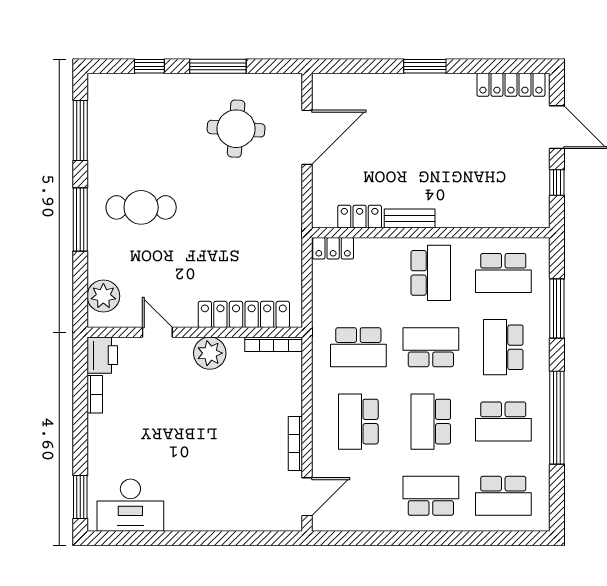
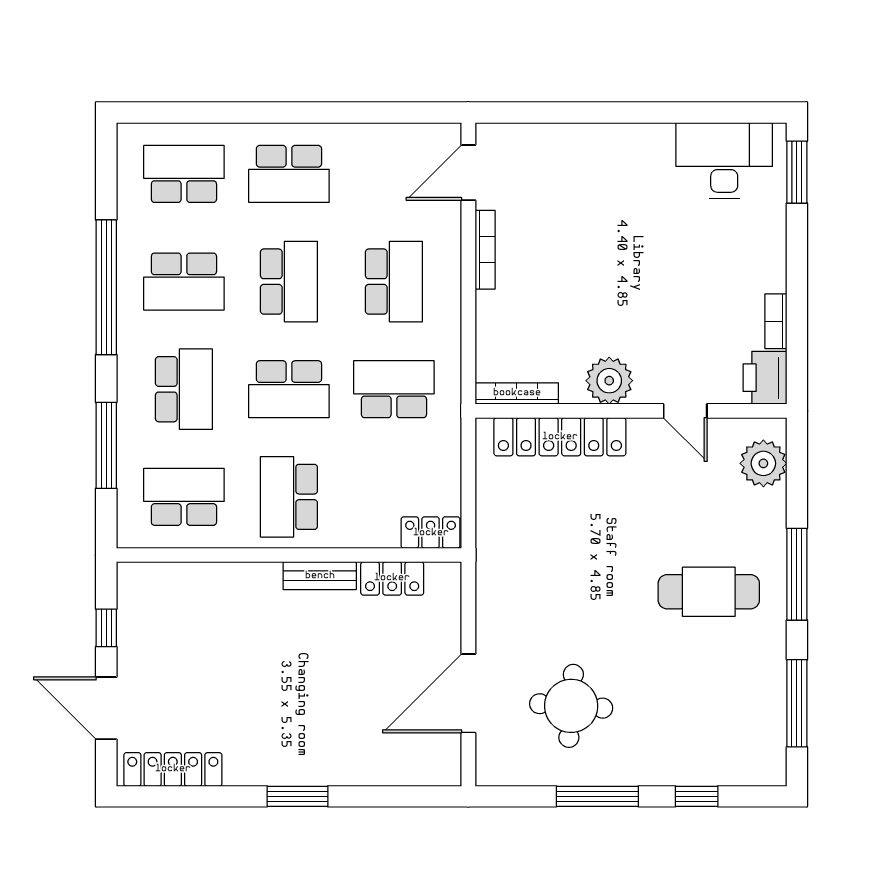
school desk: (503, 422) -> (184, 282), turned 180

